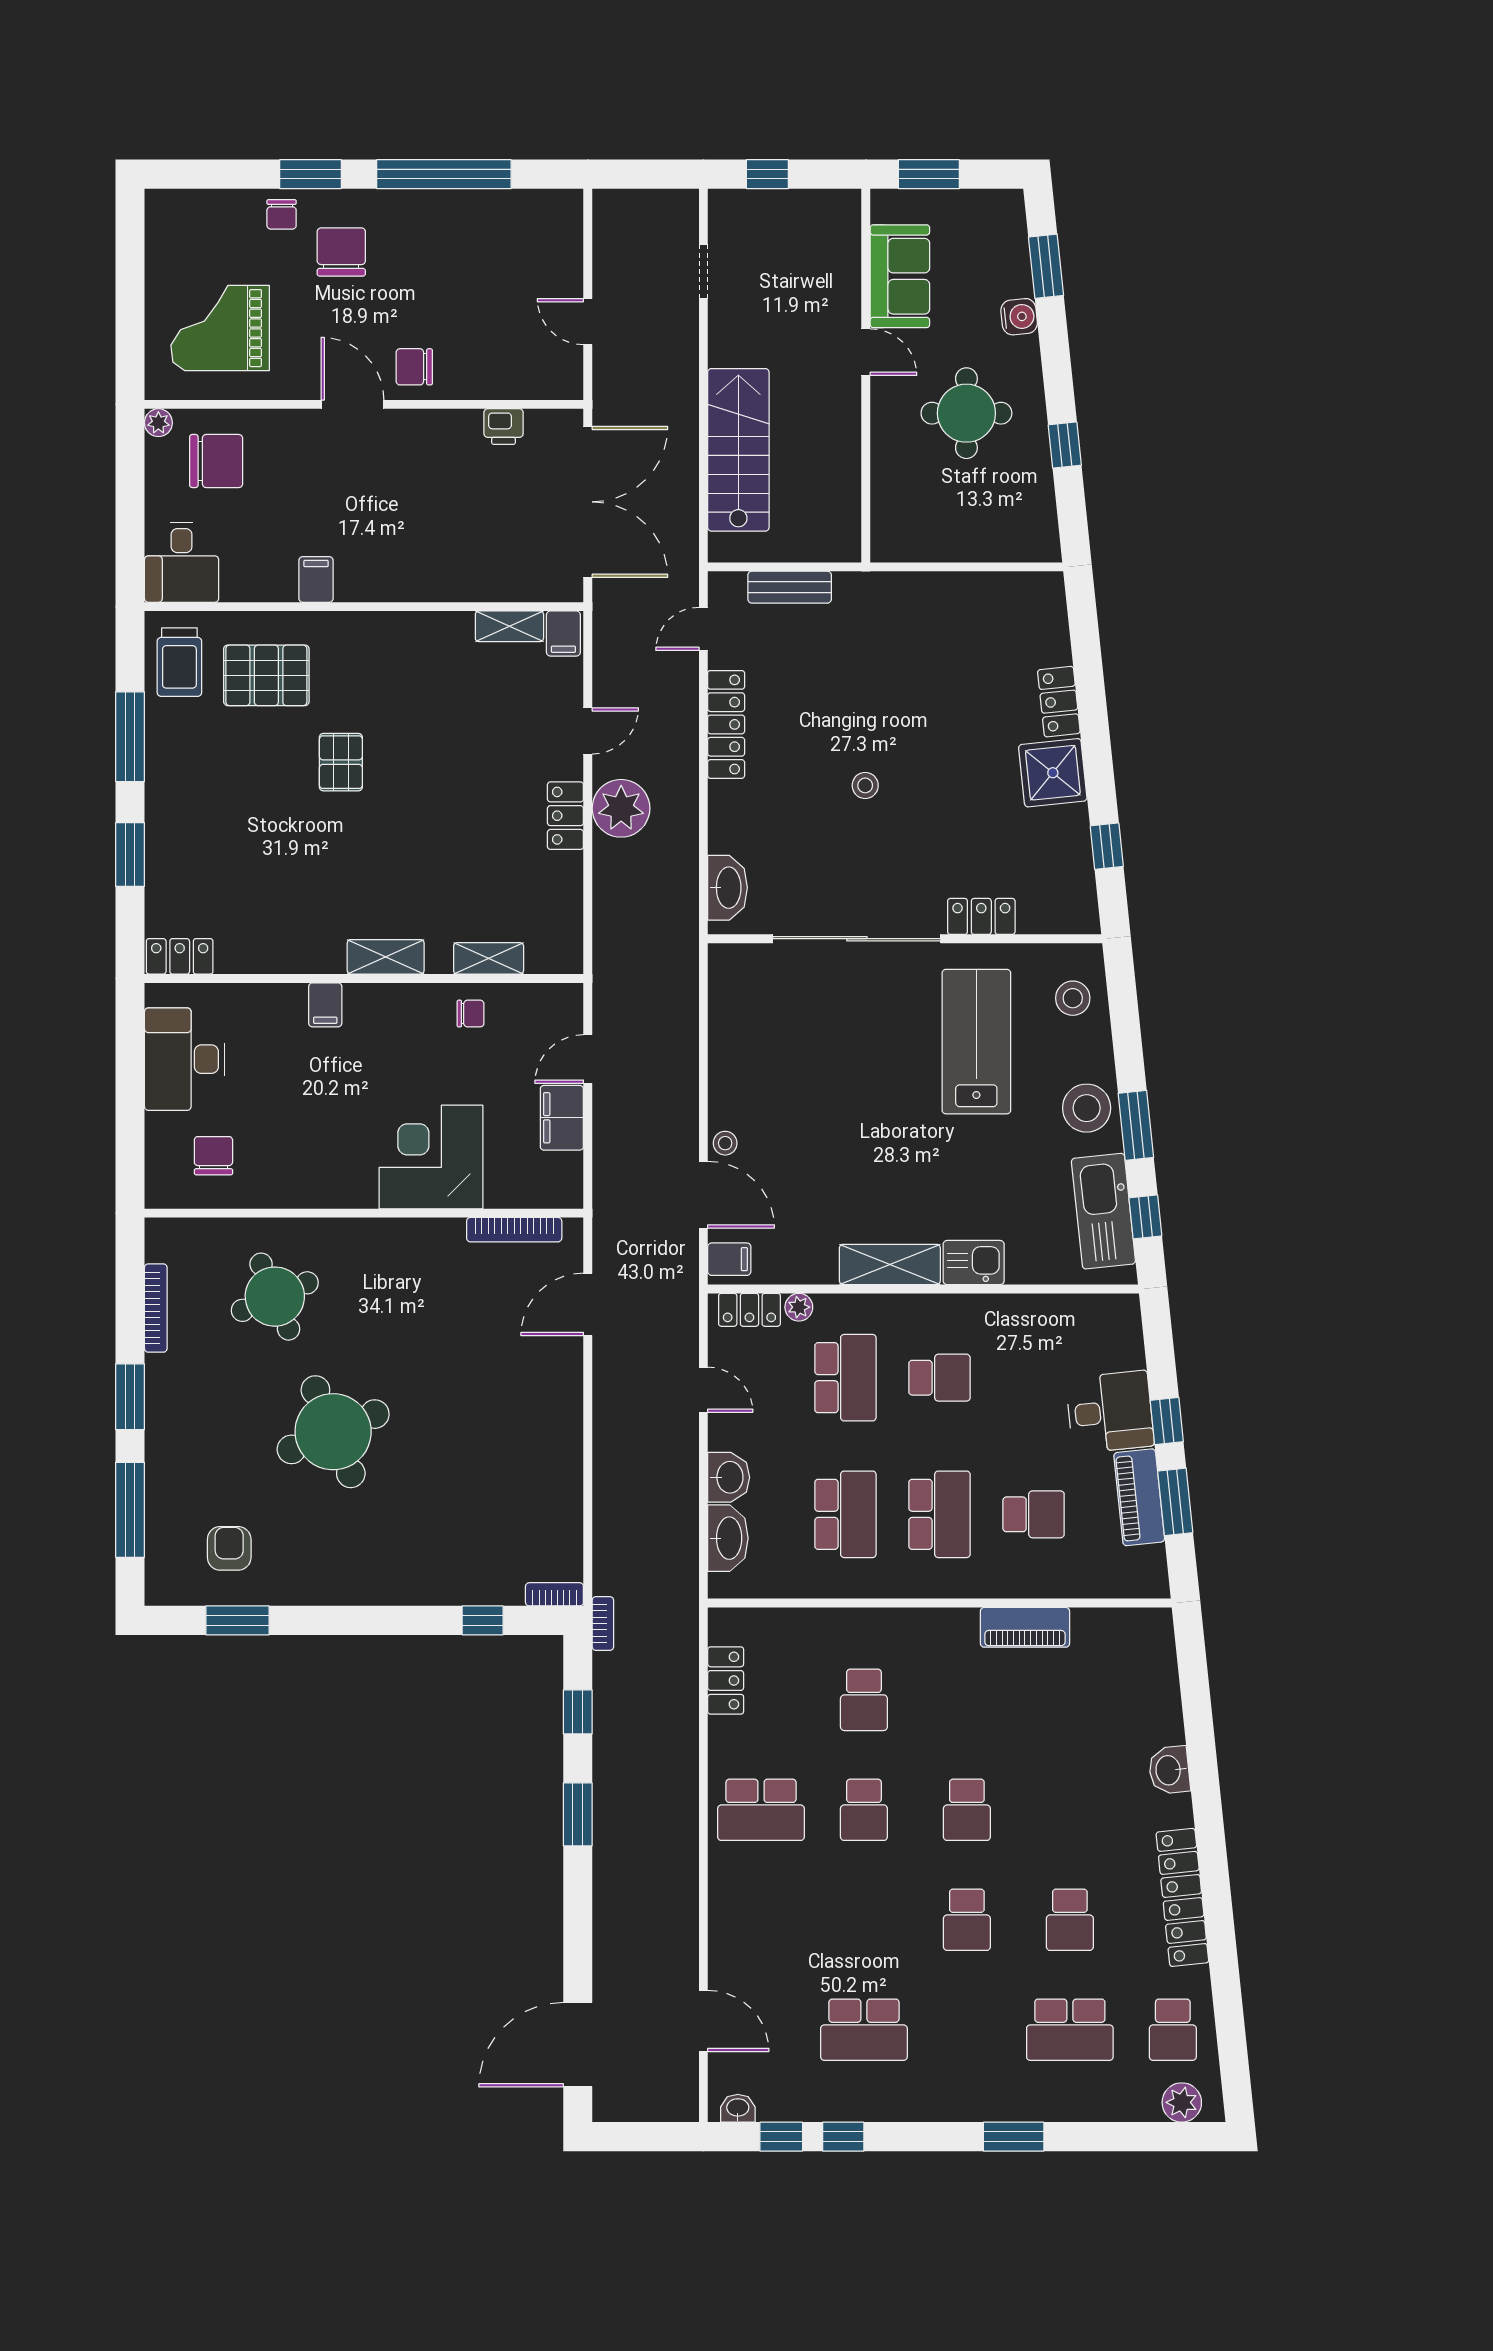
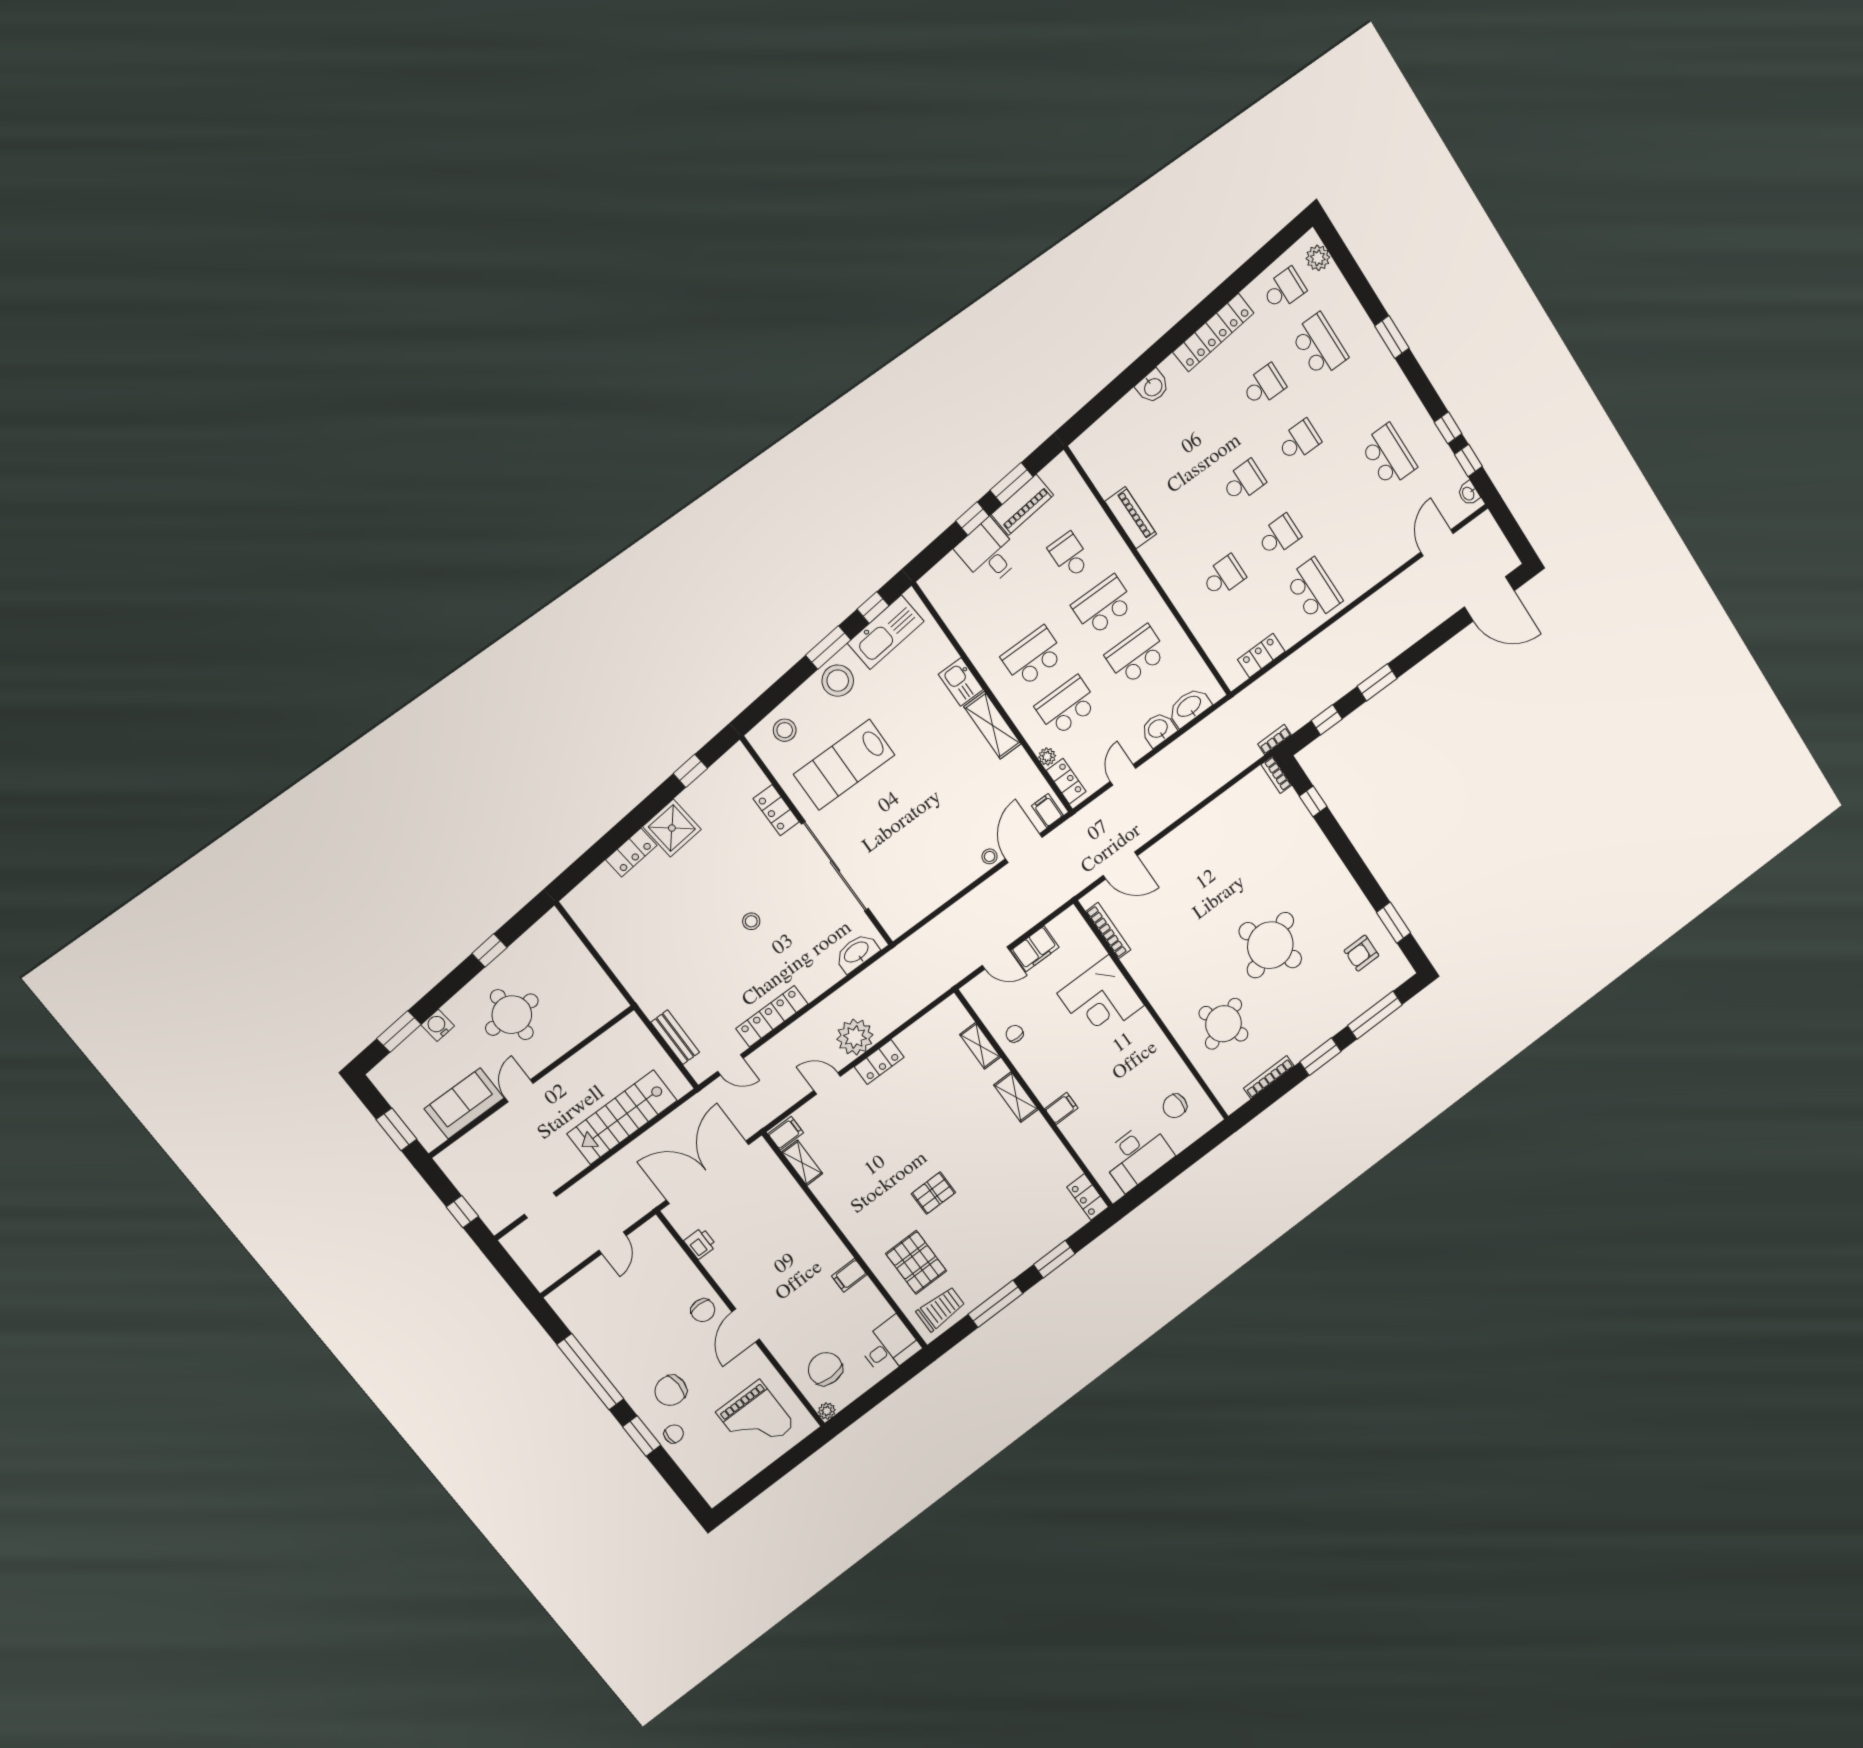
school desk: (940, 1378) -> (1033, 656), width x1.85

